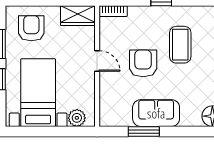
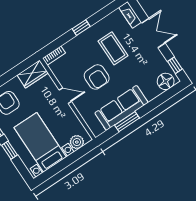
armchair: (143, 63) -> (97, 77), turned 180
sofa: (156, 113) -> (121, 108), width x1.36

